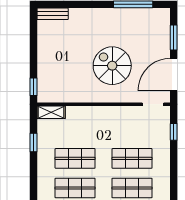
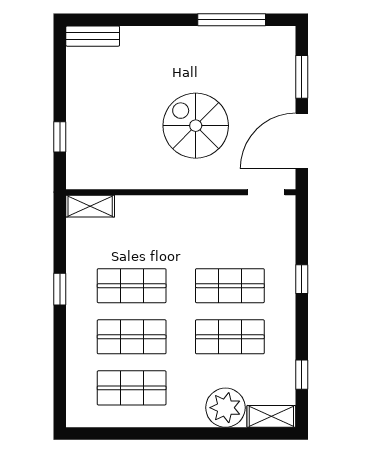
window: (33, 87) -> (60, 137), moved
window: (174, 132) -> (302, 279), moved
window: (33, 142) -> (60, 289), moved

